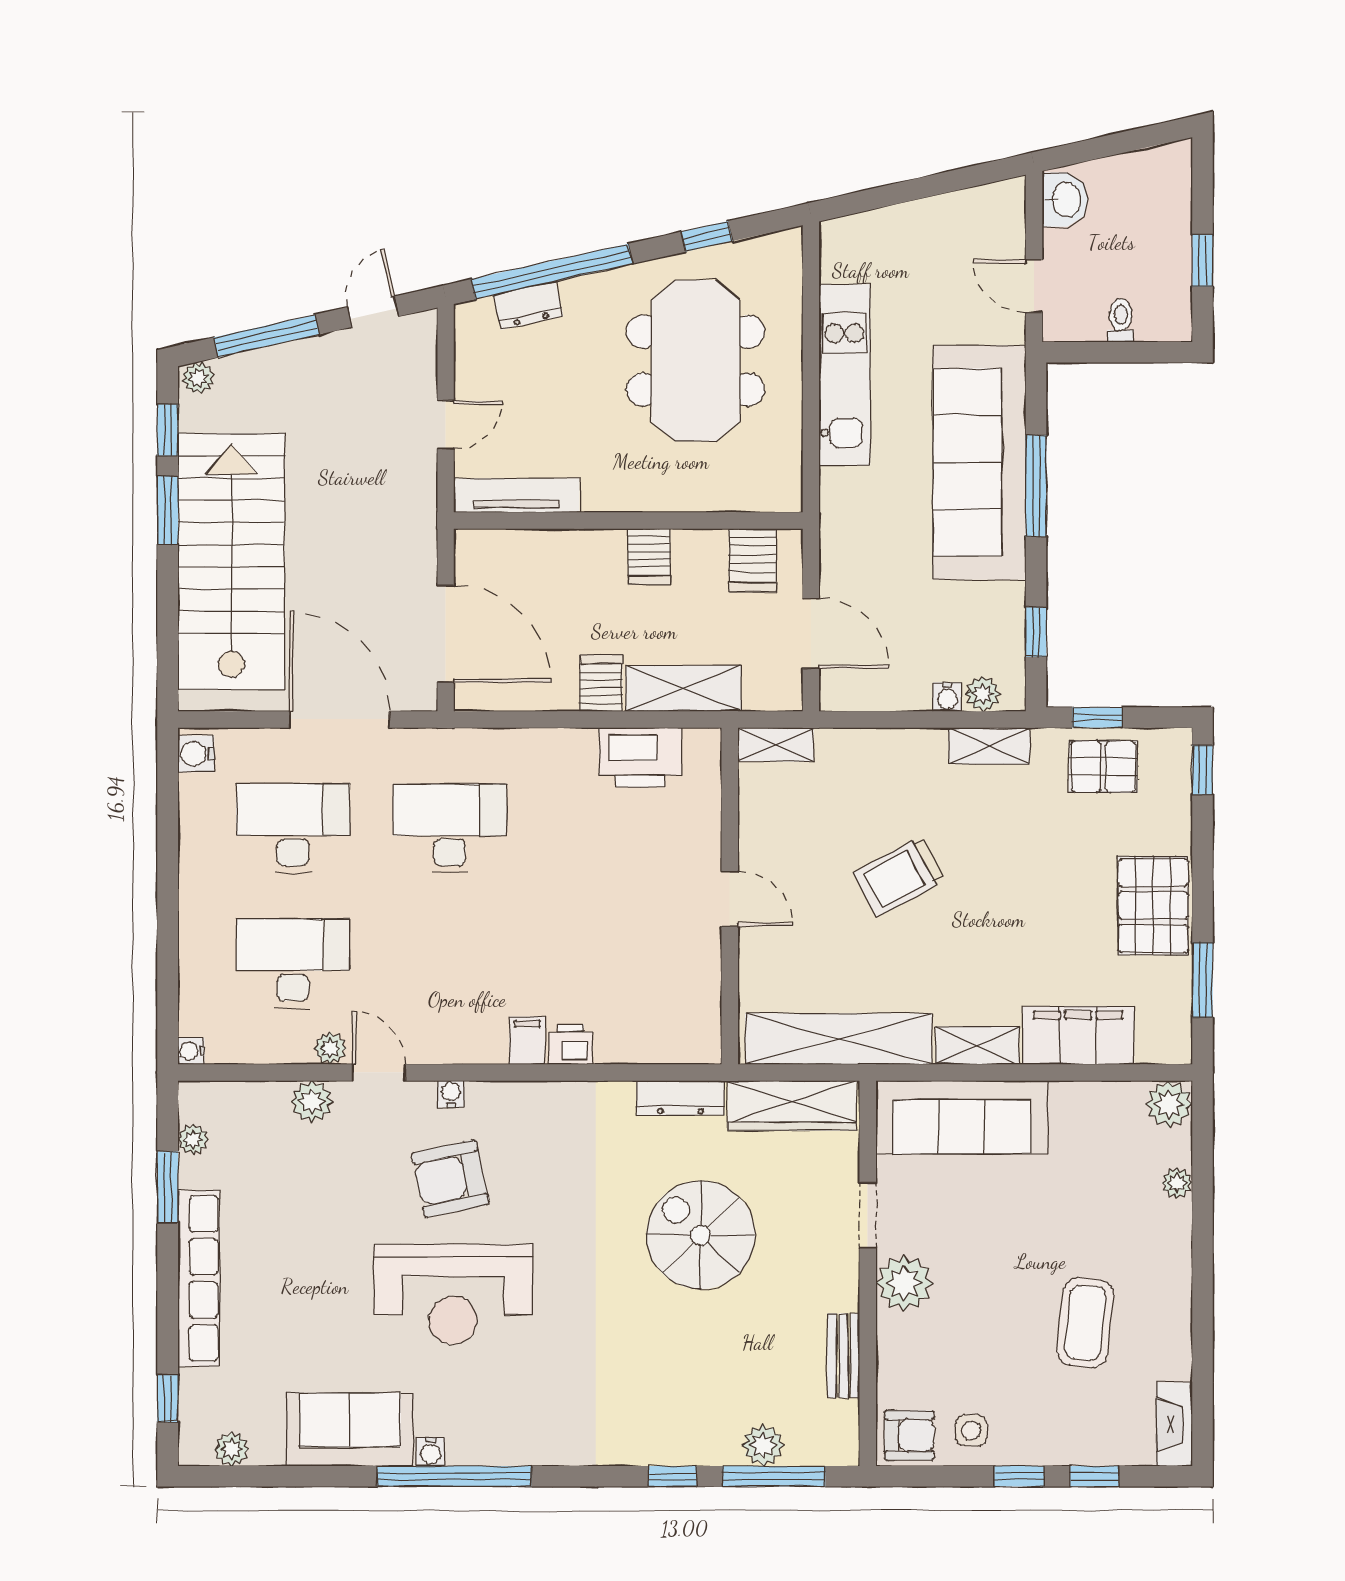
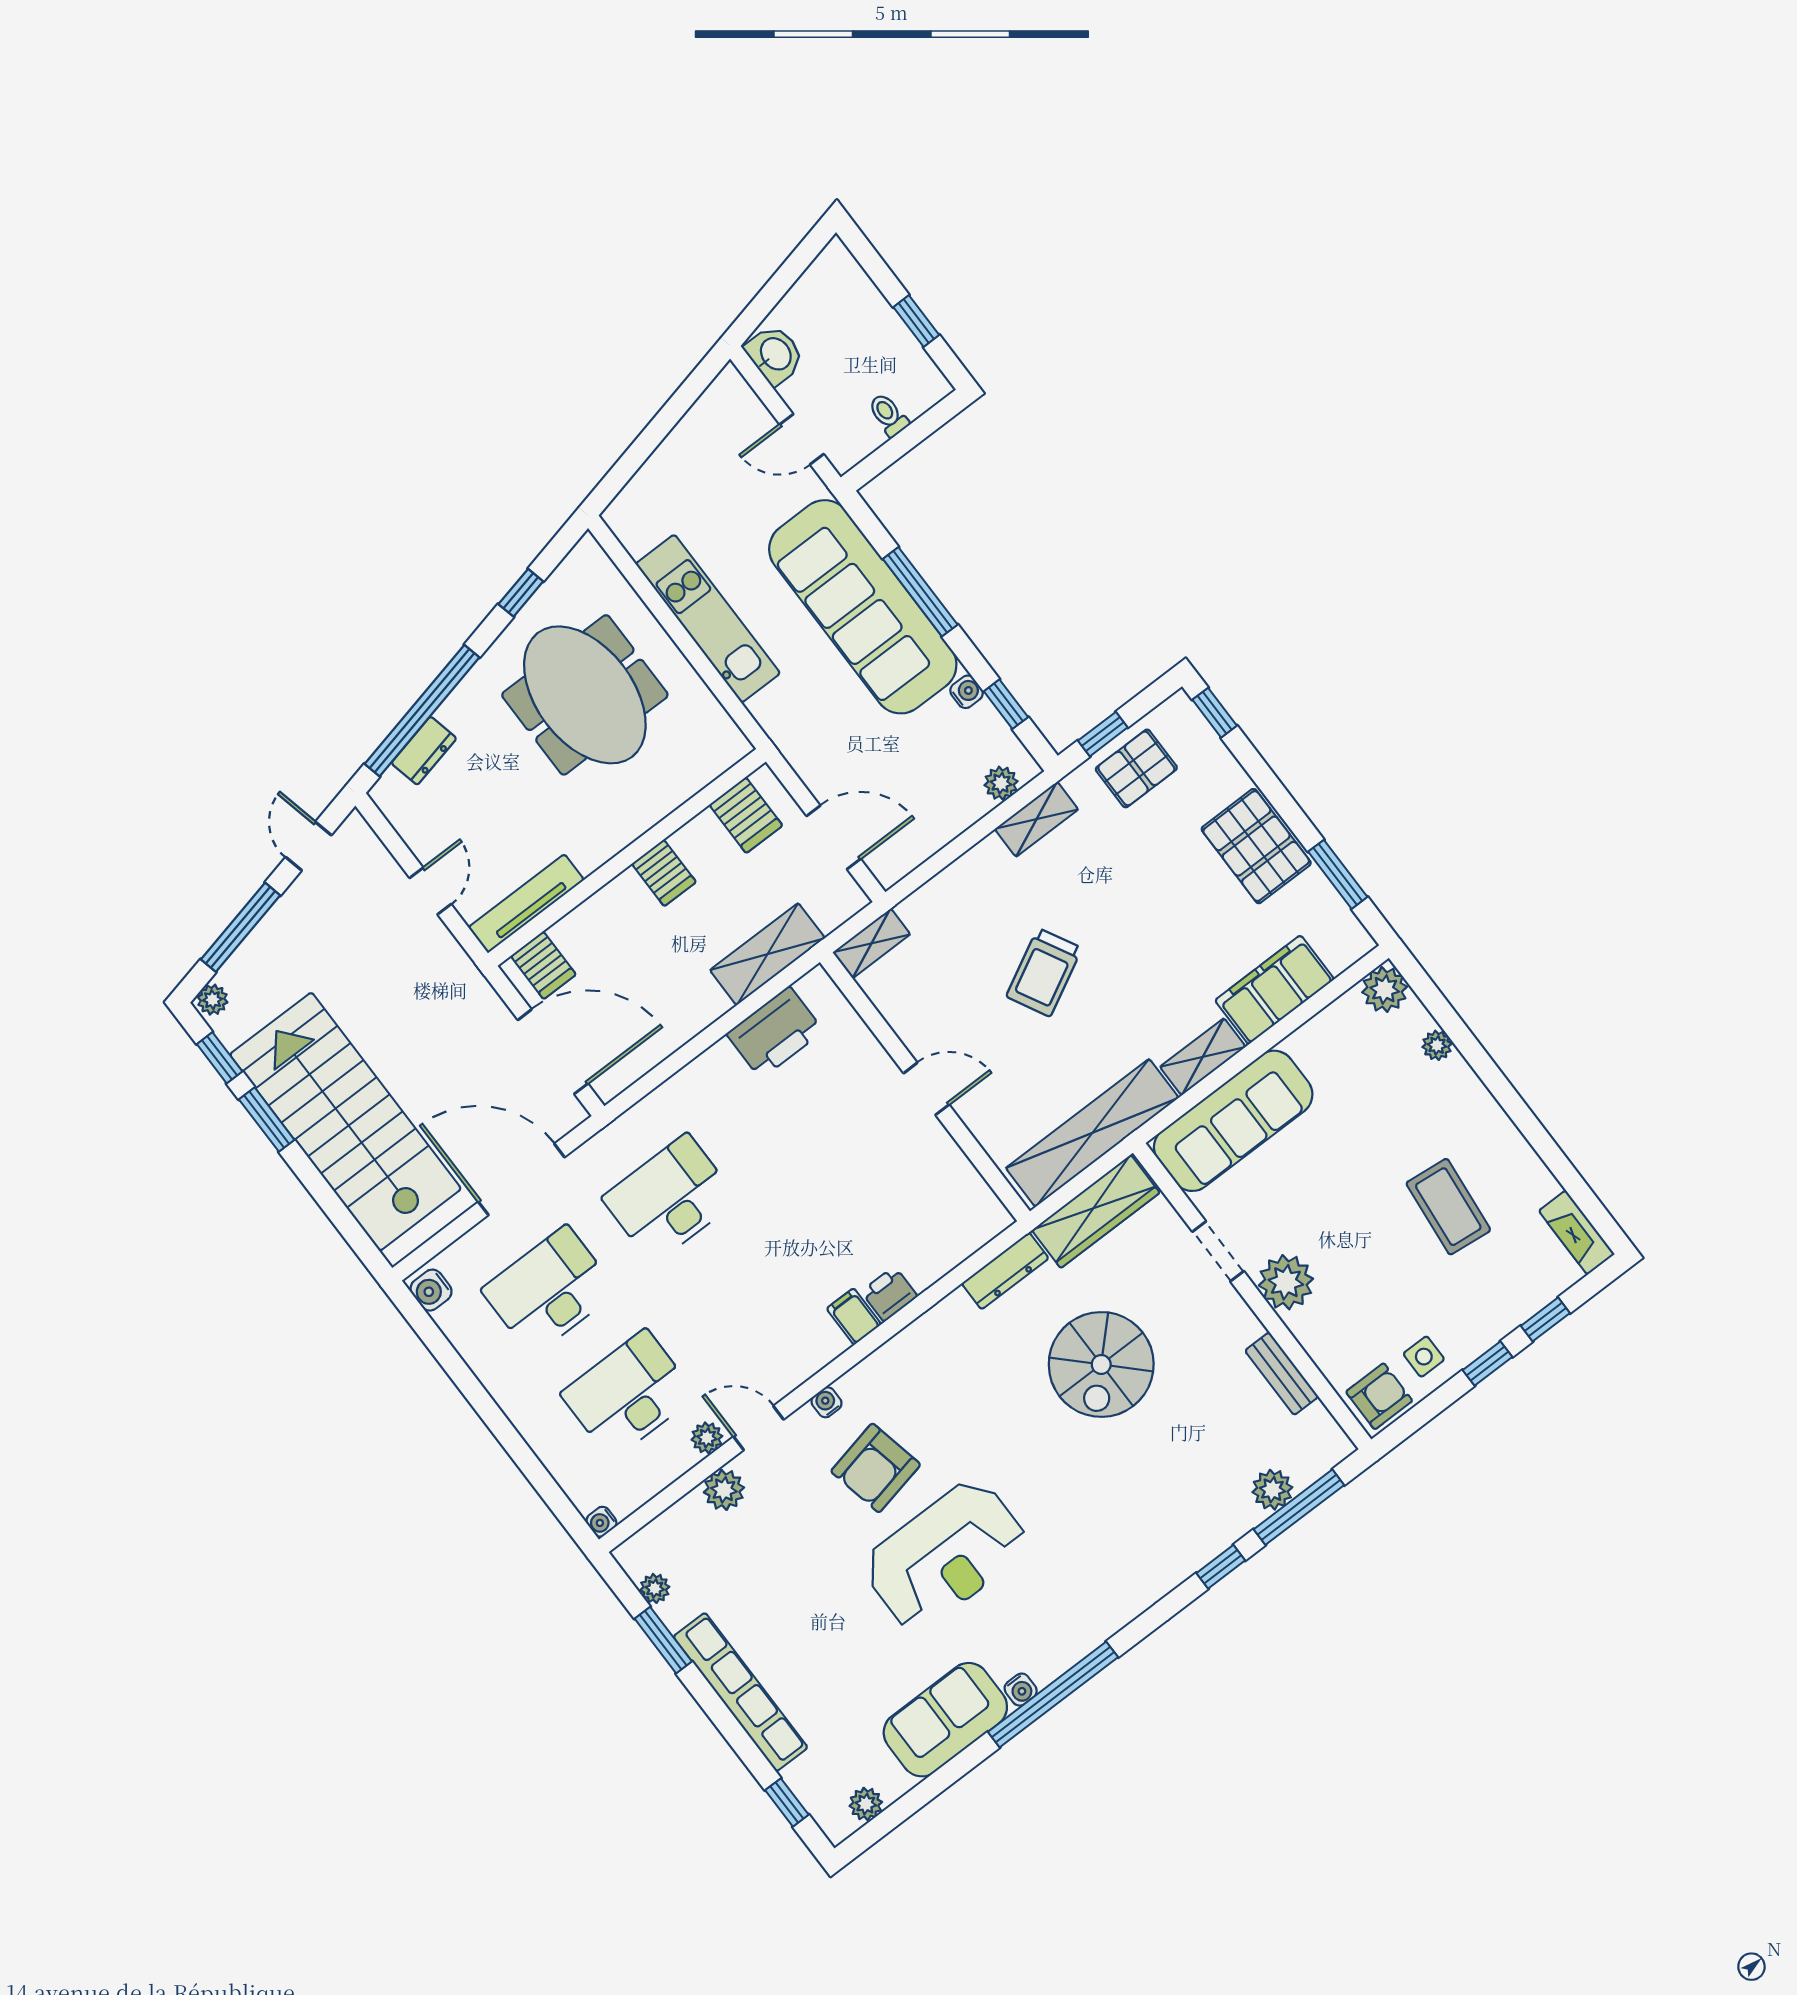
server rack: (601, 683) -> (543, 965), moved, turned 180
water cooler: (948, 697) -> (967, 692), moved, turned -90
spiral stairs: (701, 1235) -> (1101, 1364), turned -90

